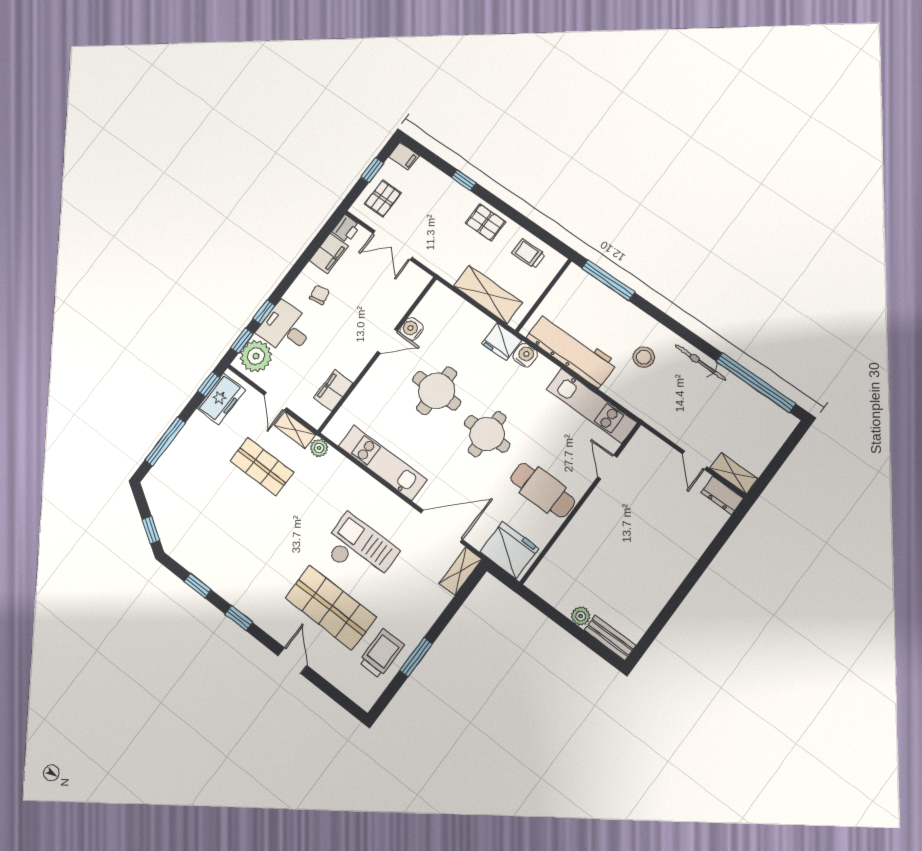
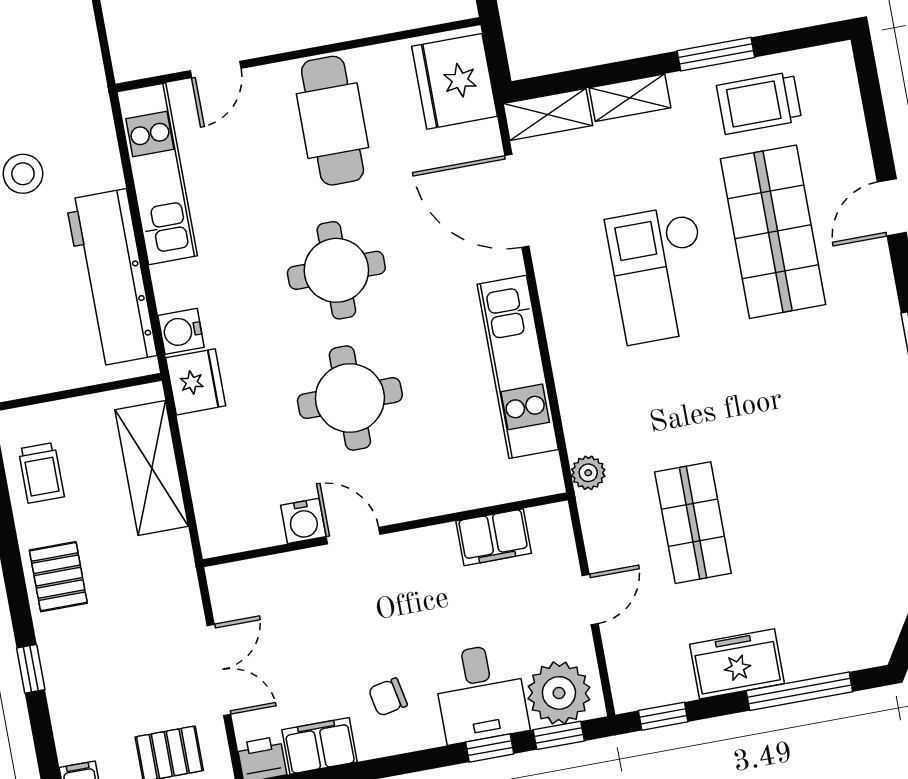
freezer: (221, 399) -> (737, 664), moved
shelving: (295, 430) -> (630, 98), moved, turned 90

